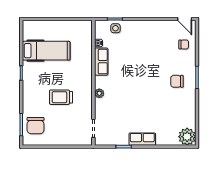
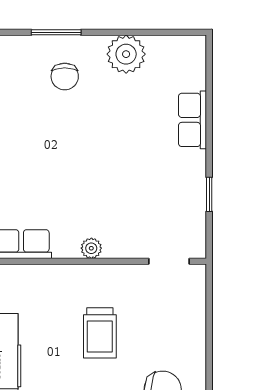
plant: (187, 137) -> (126, 54), moved
row of seats: (142, 139) -> (193, 120), moved

